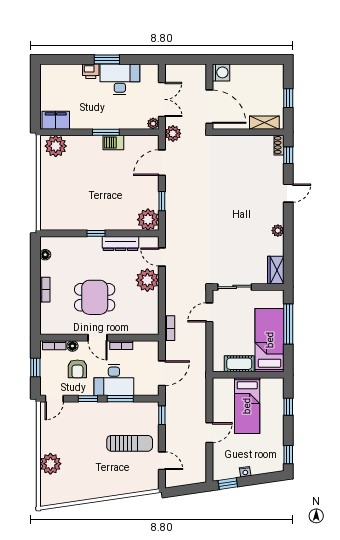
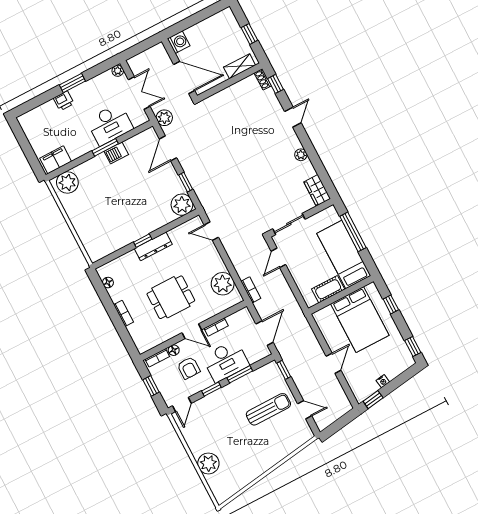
desk: (120, 79) -> (110, 124), moved, turned 180
plant: (153, 124) -> (118, 71), moved
dresser: (121, 243) -> (153, 246), moved
plant: (147, 280) -> (223, 284), moved
bed: (247, 406) -> (360, 319), width x1.50

